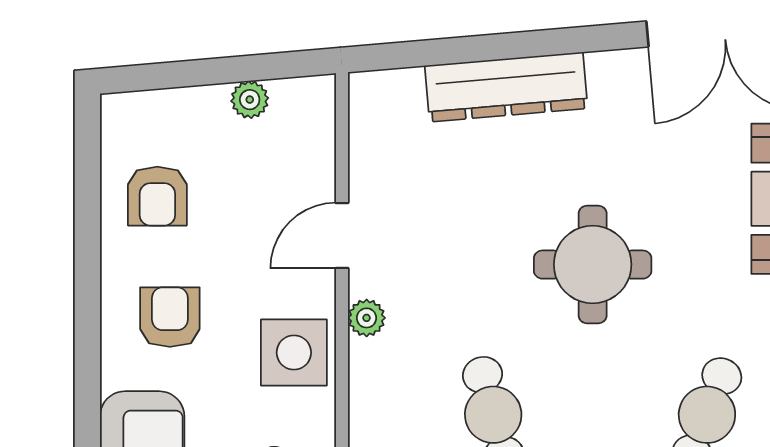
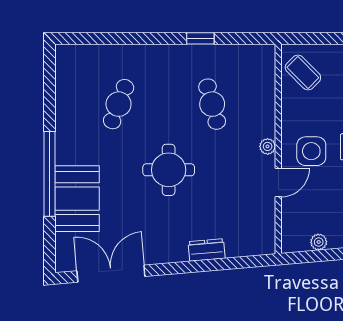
dresser: (506, 87) -> (207, 250), width x0.51, depth x0.80
side table: (294, 353) -> (311, 151), moved

